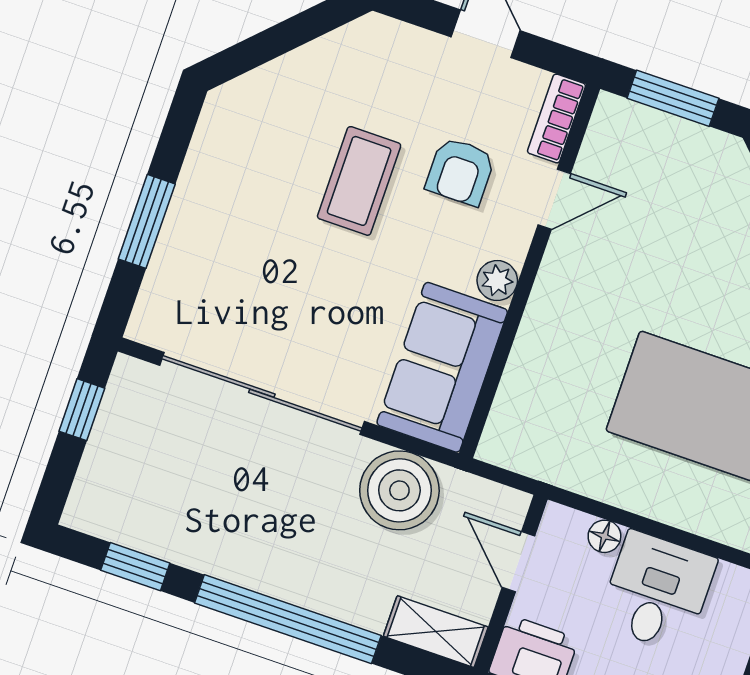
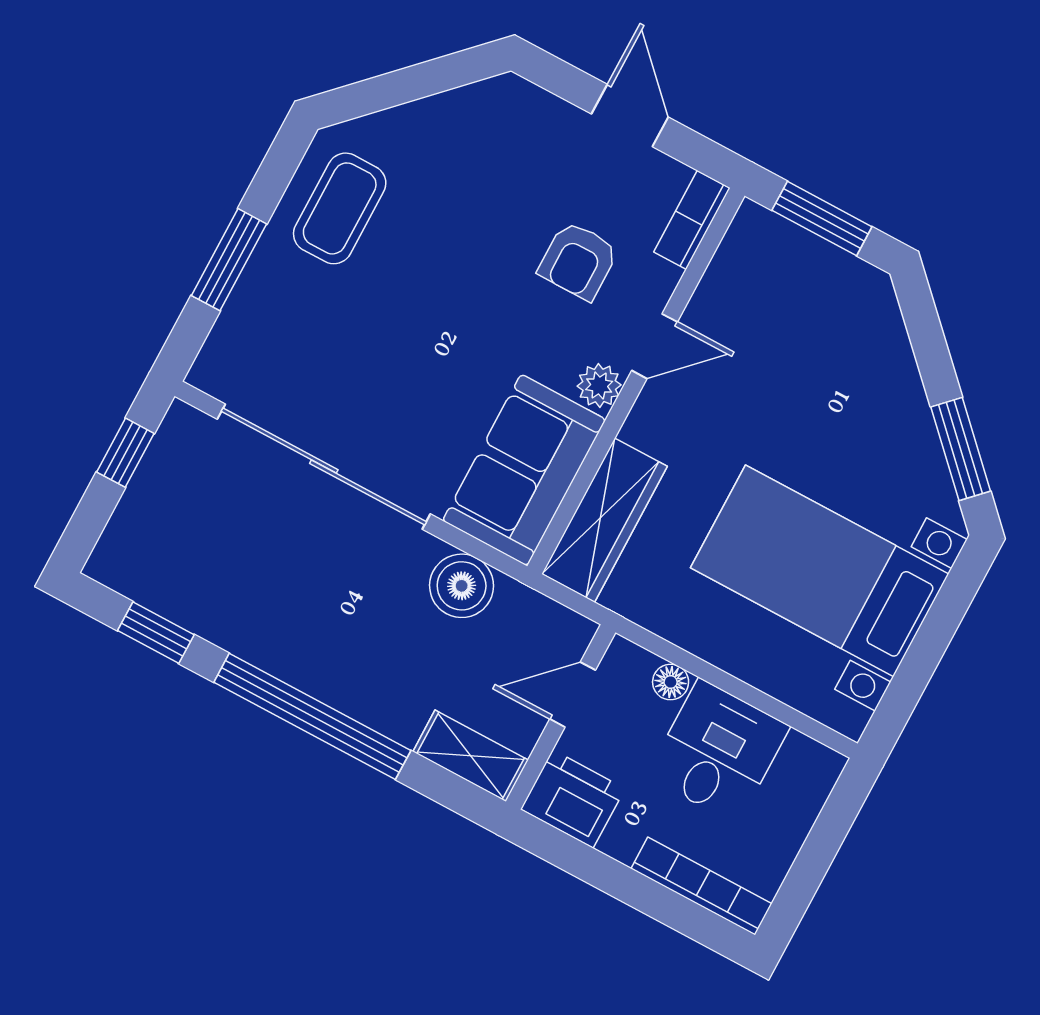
coffee table: (359, 181) -> (340, 208), moved
door: (554, 199) -> (655, 346), moved
wardrobe: (522, 401) -> (604, 520), added
boiler: (399, 490) -> (462, 586), width x0.73, depth x0.73
door: (518, 562) -> (573, 695), hinge flipped

